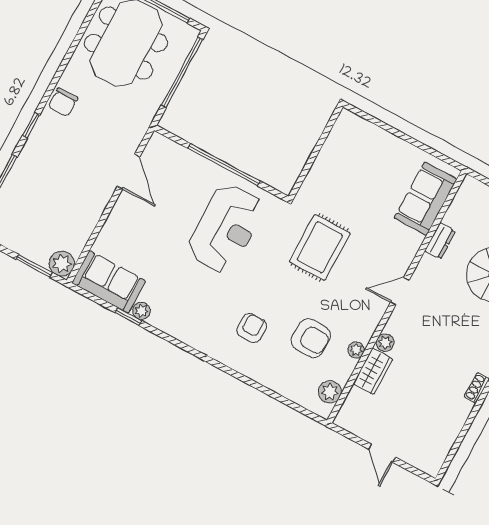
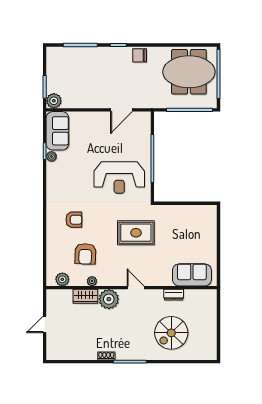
plant: (385, 343) -> (109, 299), width x1.87, depth x1.87

